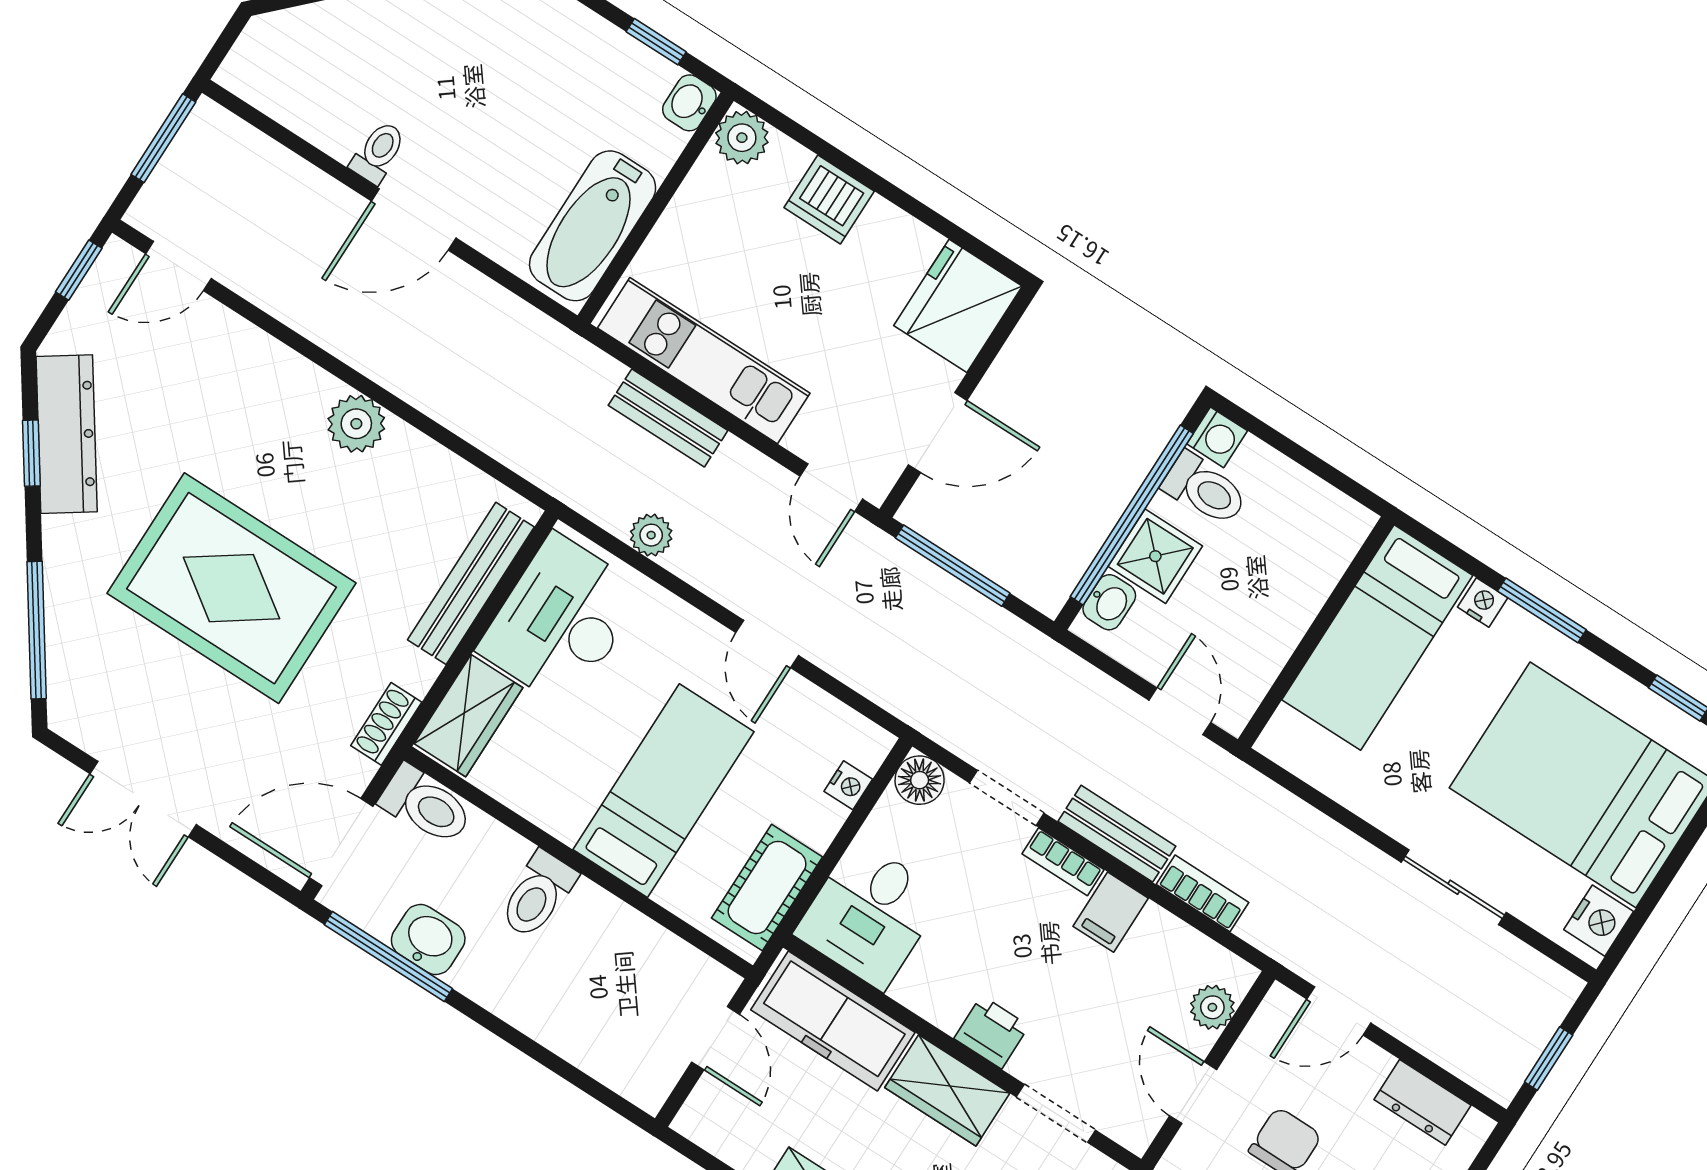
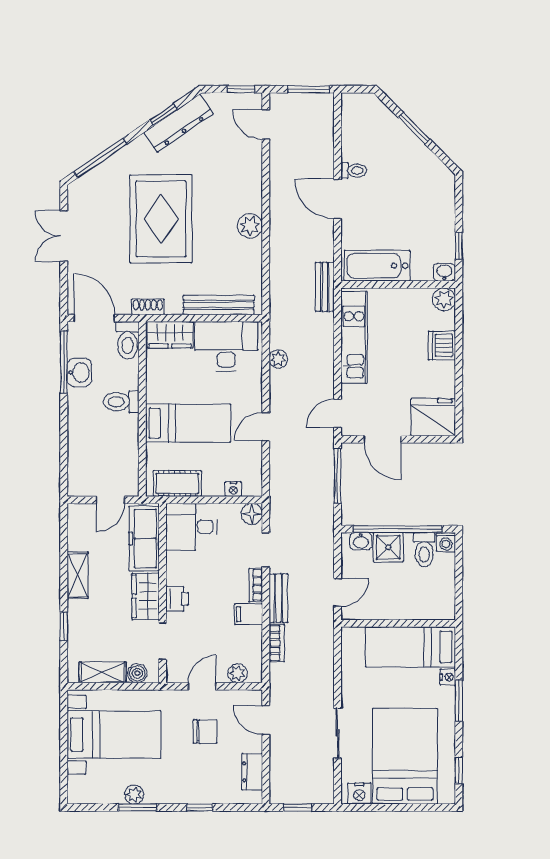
bench: (668, 418) -> (325, 287), moved

